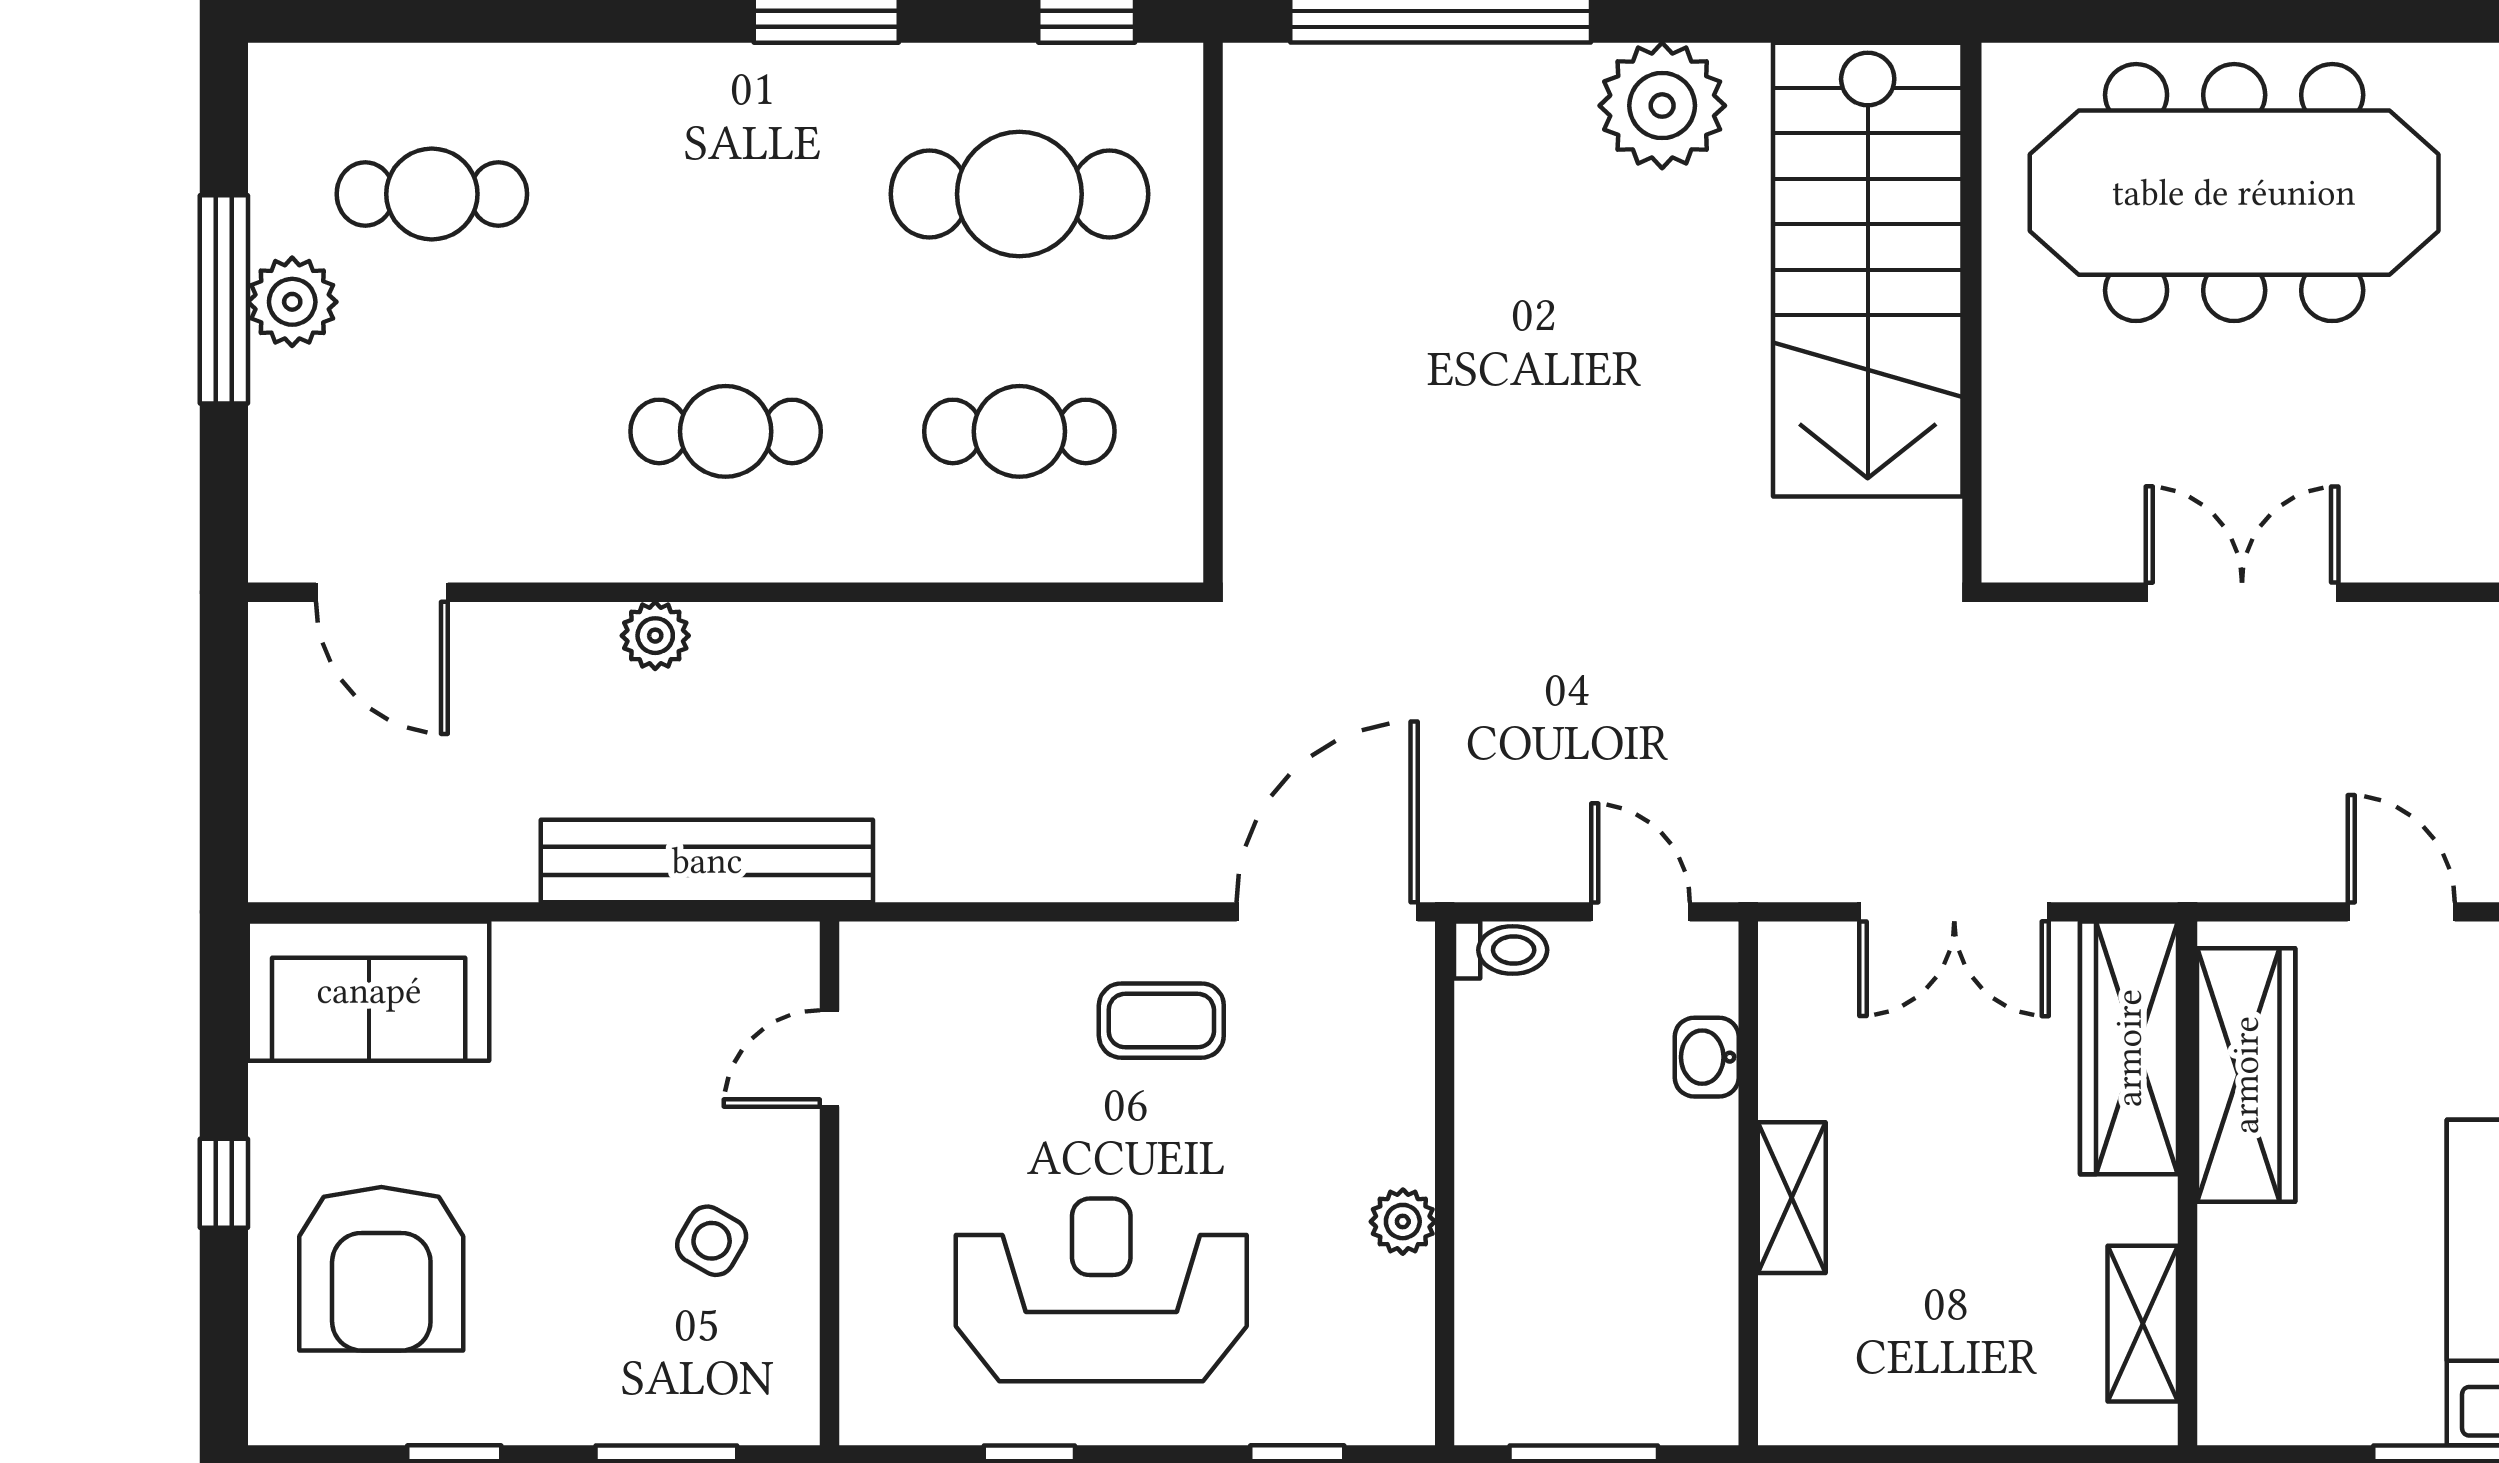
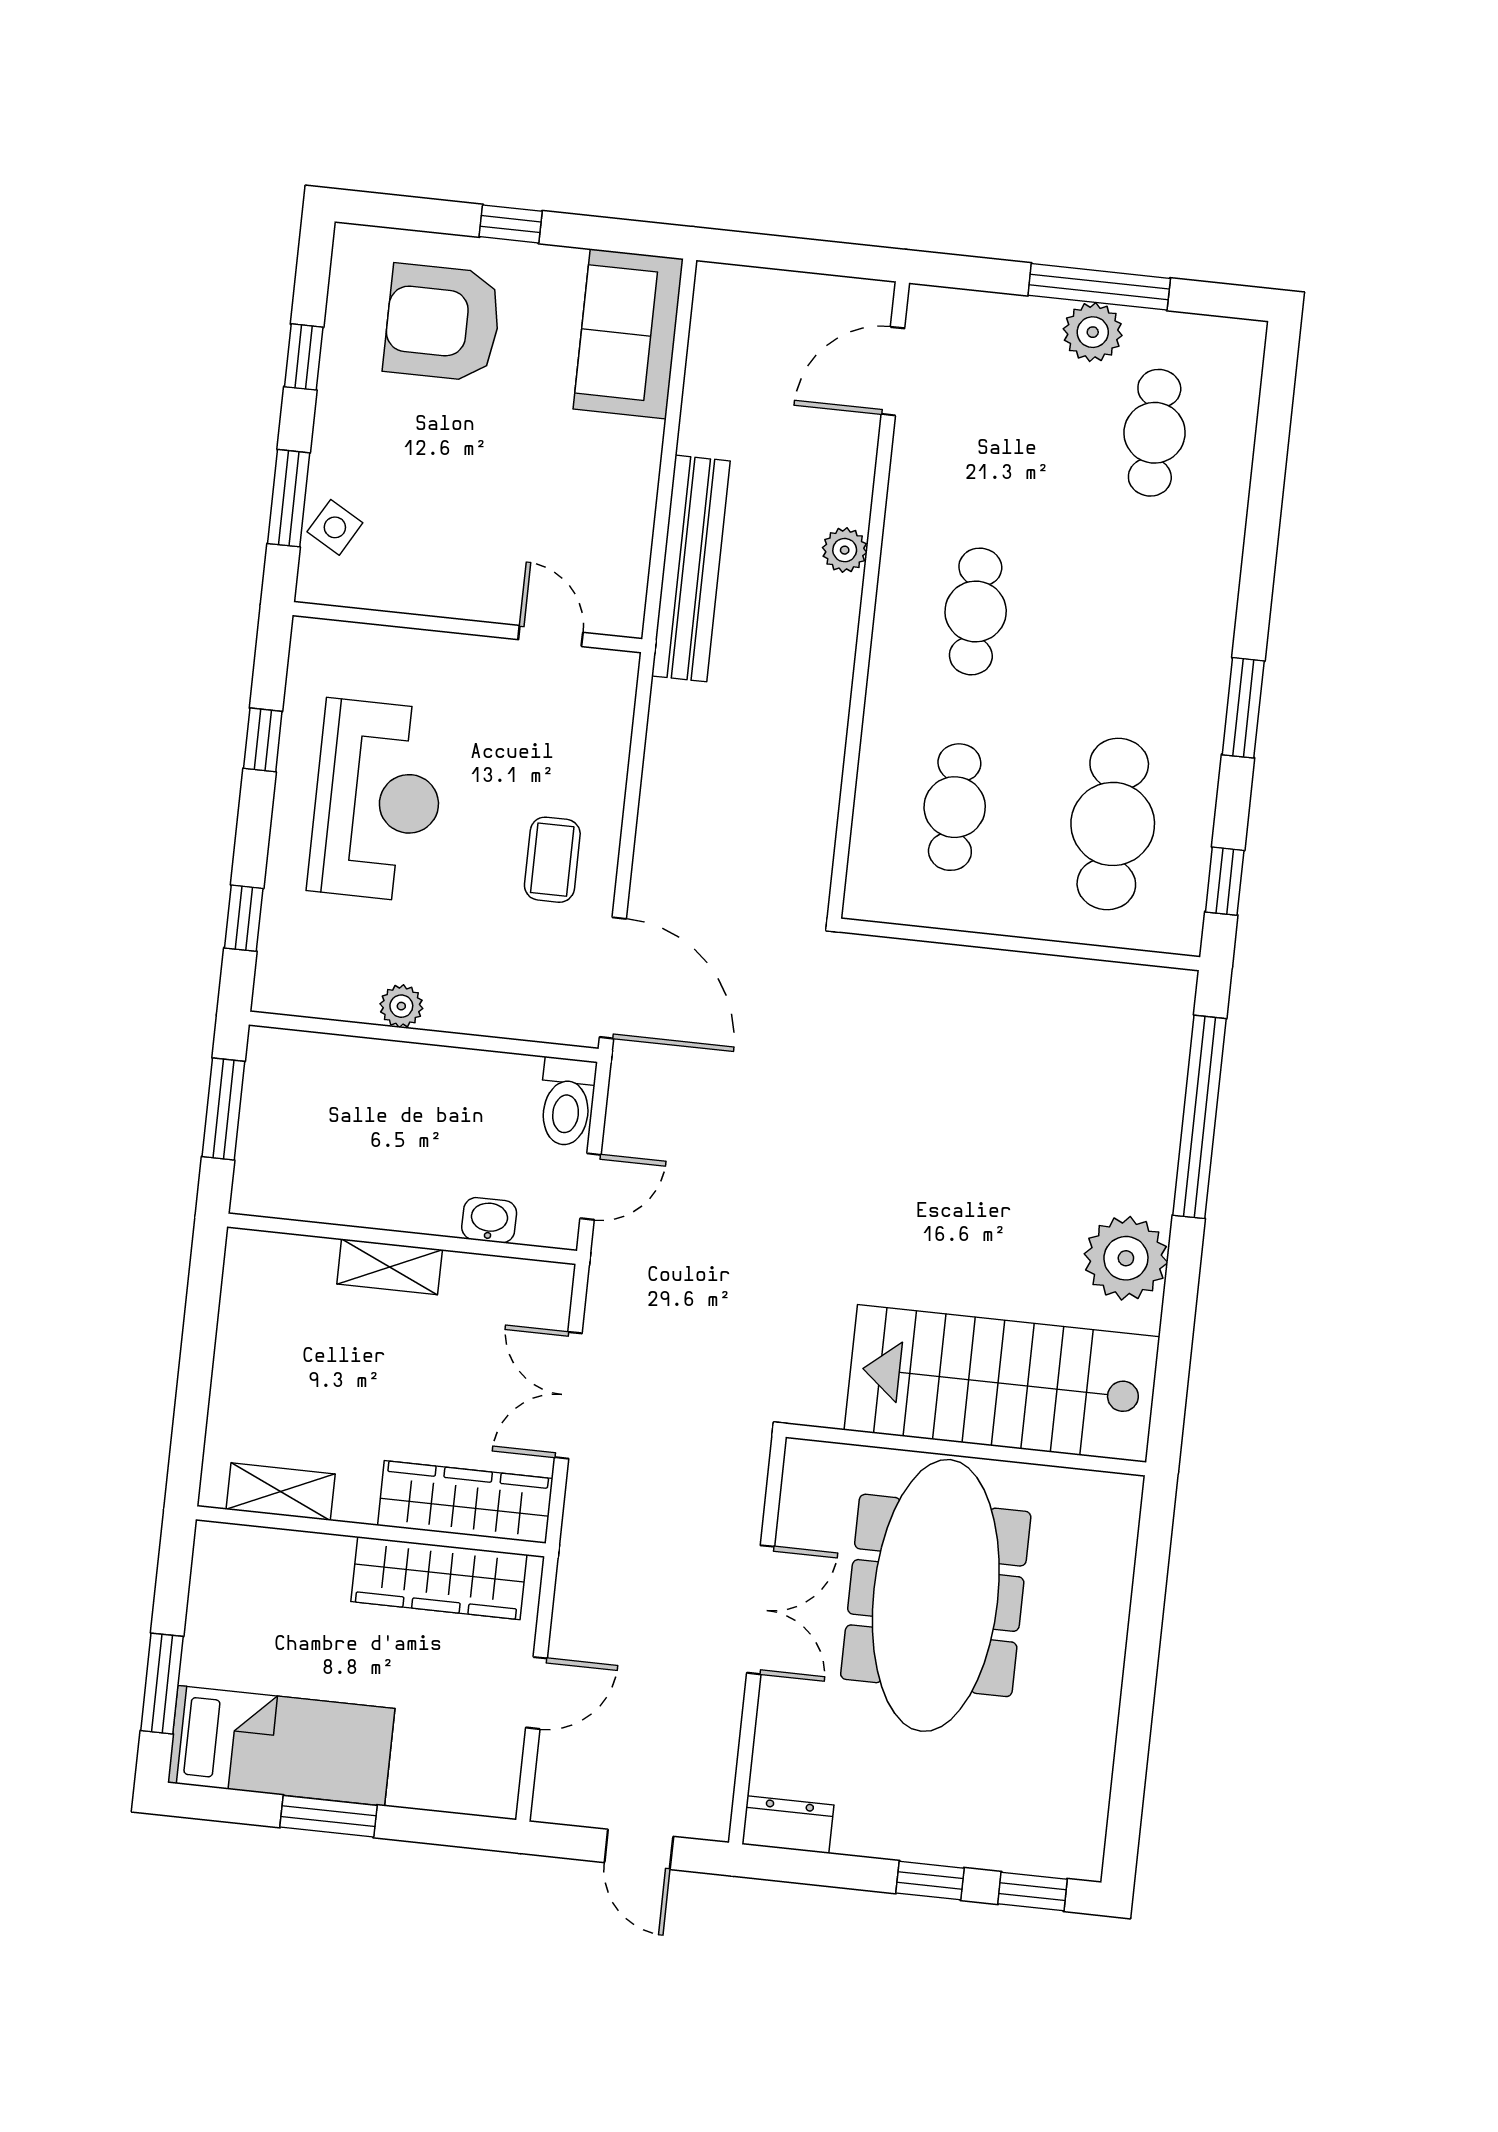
meeting table: (2234, 193) -> (936, 1595), moved
toilet: (1501, 950) -> (567, 1102), width x1.37, depth x1.39
side table: (712, 1241) -> (335, 527), moved

